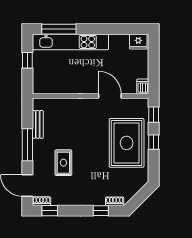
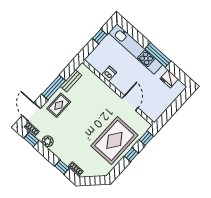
window: (59, 29) -> (158, 55), moved
fridge: (138, 42) -> (169, 79), moved
dishwasher: (143, 87) -> (109, 74), moved
rug: (63, 163) -> (59, 105), moved
plant: (66, 199) -> (48, 141), added

